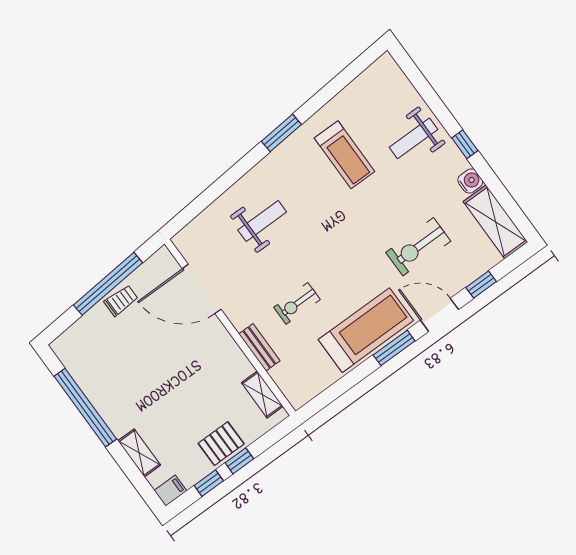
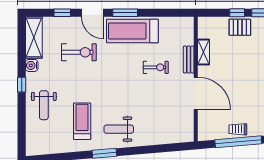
weight bench: (413, 138) -> (44, 105), turned 90
weight bench: (262, 221) -> (119, 129), moved
door: (202, 289) -> (196, 93), moved
shelving: (262, 394) -> (204, 52), moved

